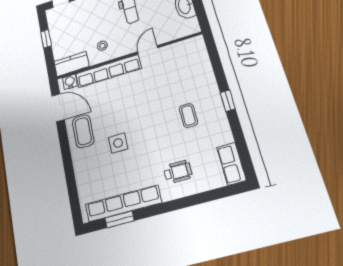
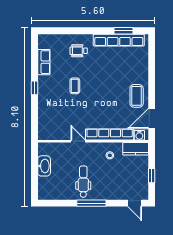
door: (148, 50) -> (78, 141), swing flipped
door: (58, 108) -> (152, 119), hinge flipped
coffee table: (188, 115) -> (75, 86), moved
side table: (118, 143) -> (114, 81), removed
row of seats: (231, 164) -> (44, 62), moved

